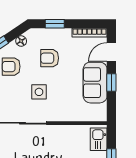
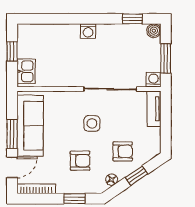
window: (111, 82) -> (12, 134), width x1.50
sofa: (95, 83) -> (30, 126), width x1.36

